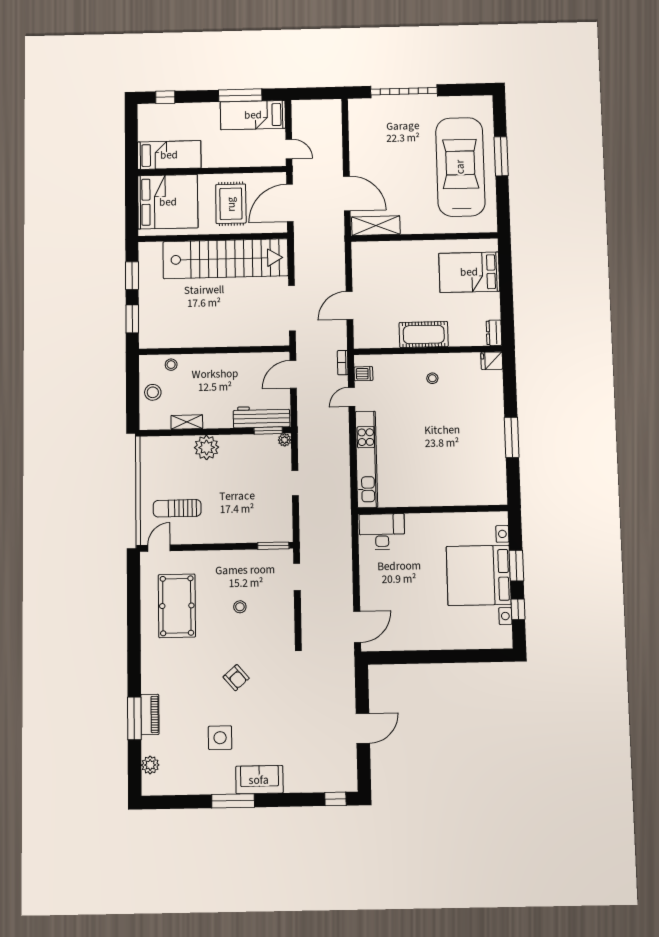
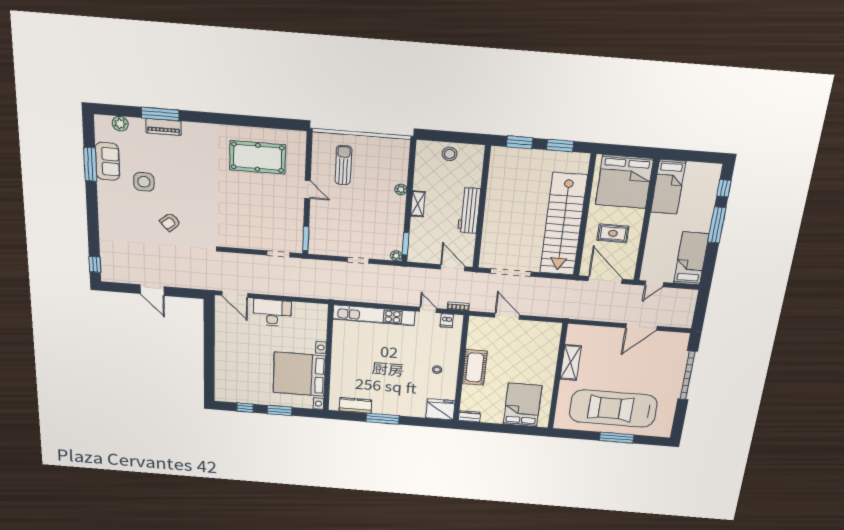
window: (240, 95) -> (717, 225), moved
car: (460, 167) -> (613, 409), turned 180
door: (347, 193) -> (641, 327), moved
rug: (231, 204) -> (613, 233), width x0.73, depth x0.70
shelving: (376, 226) -> (571, 363), moved
fridge: (492, 361) -> (440, 409), width x1.88, depth x1.34
stool: (171, 365) -> (473, 171), removed
workbench: (262, 417) -> (469, 210), moved, turned 180
shelving: (187, 422) -> (418, 204), moved
plant: (207, 447) -> (401, 189), width x0.53, depth x0.53
kitchen counter: (496, 472) -> (355, 405), added
desk: (382, 532) -> (272, 313), moved, turned -90
door: (159, 548) -> (308, 189), moved
bed with nightstands: (479, 575) -> (299, 374), moved, turned -90
stool: (240, 607) -> (255, 208), removed
armchair: (236, 678) -> (170, 222), moved
sofa: (259, 780) -> (107, 161), moved
window: (233, 801) -> (90, 164), moved

